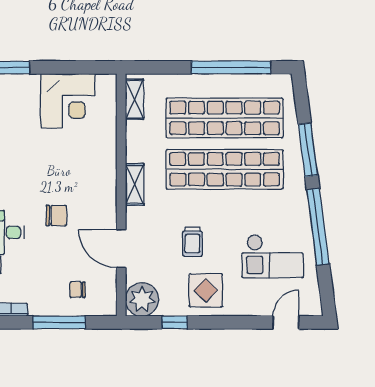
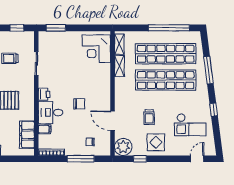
corner desk: (68, 101) -> (96, 49), moved, turned 90
shelving: (135, 185) -> (119, 66), moved
window: (318, 227) -> (214, 110), width x0.32

